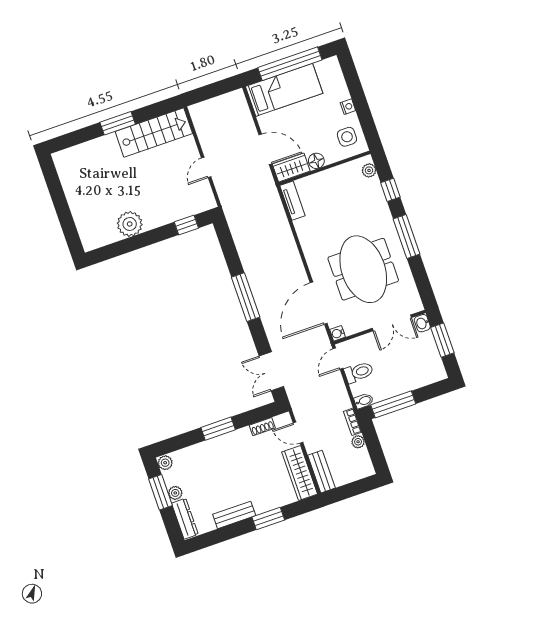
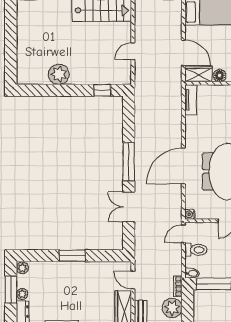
door: (319, 303) -> (183, 166), moved
double door: (271, 371) -> (129, 207), moved
shoe rack: (262, 427) -> (107, 266), removed
plant: (358, 442) -> (172, 308), width x1.87, depth x1.87

